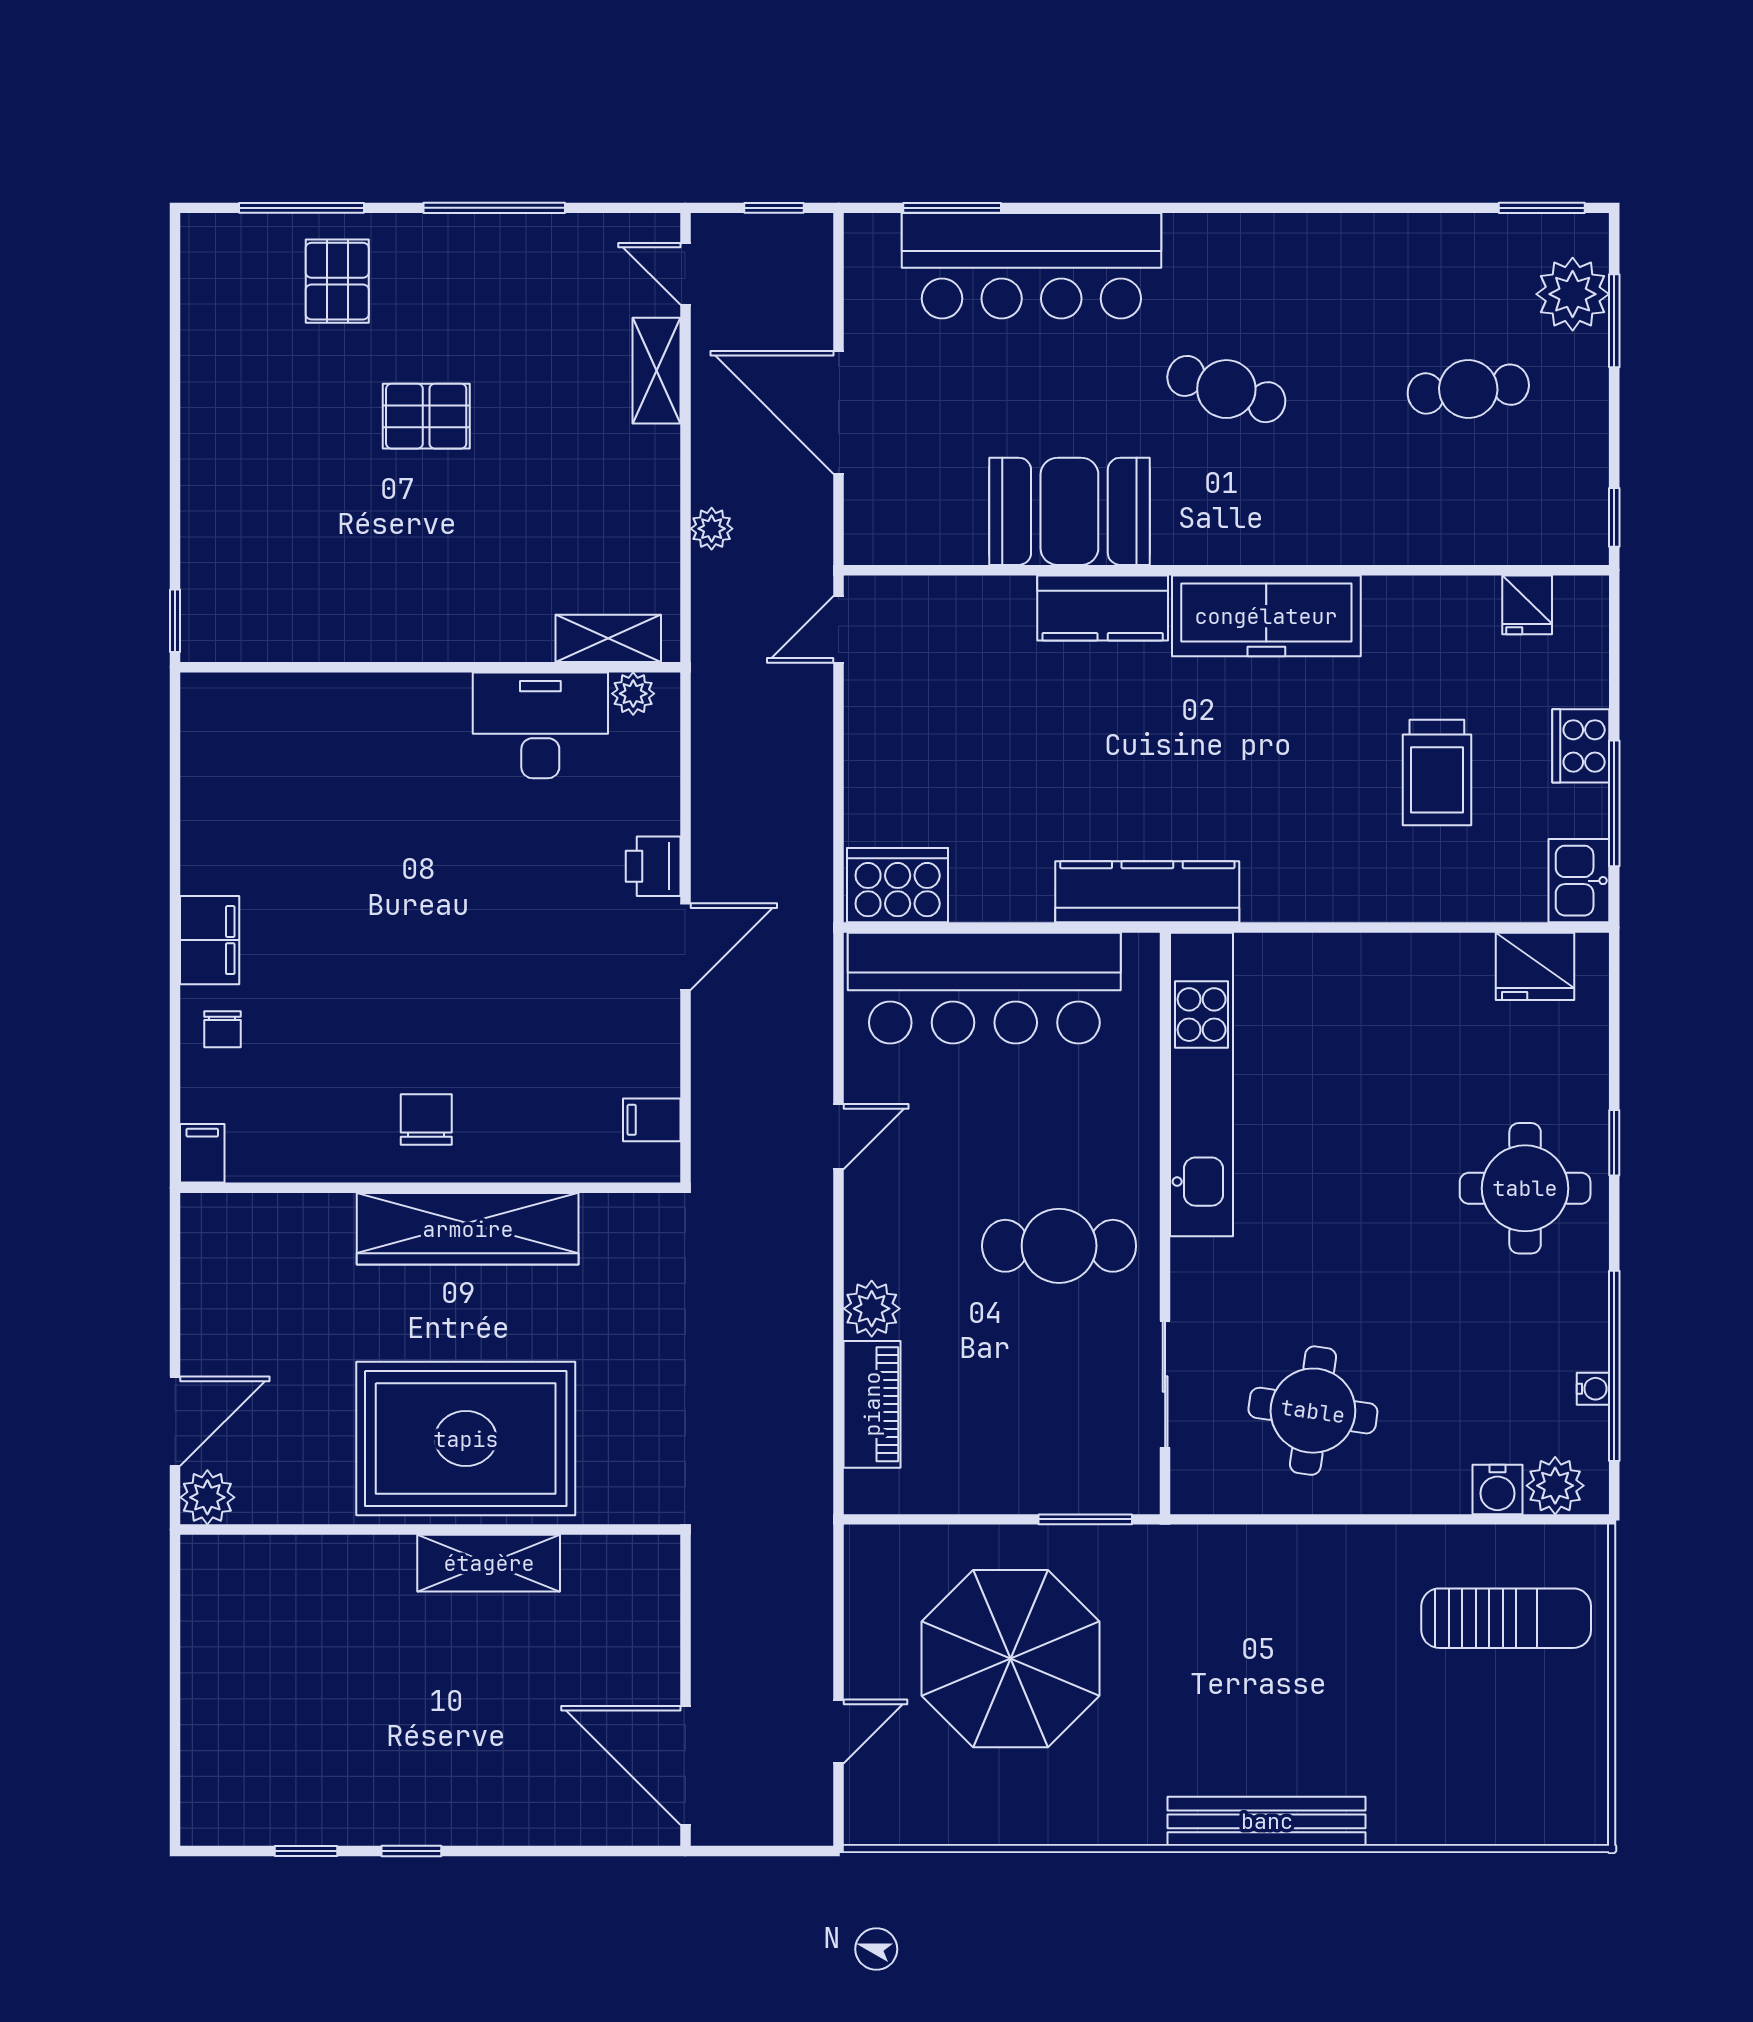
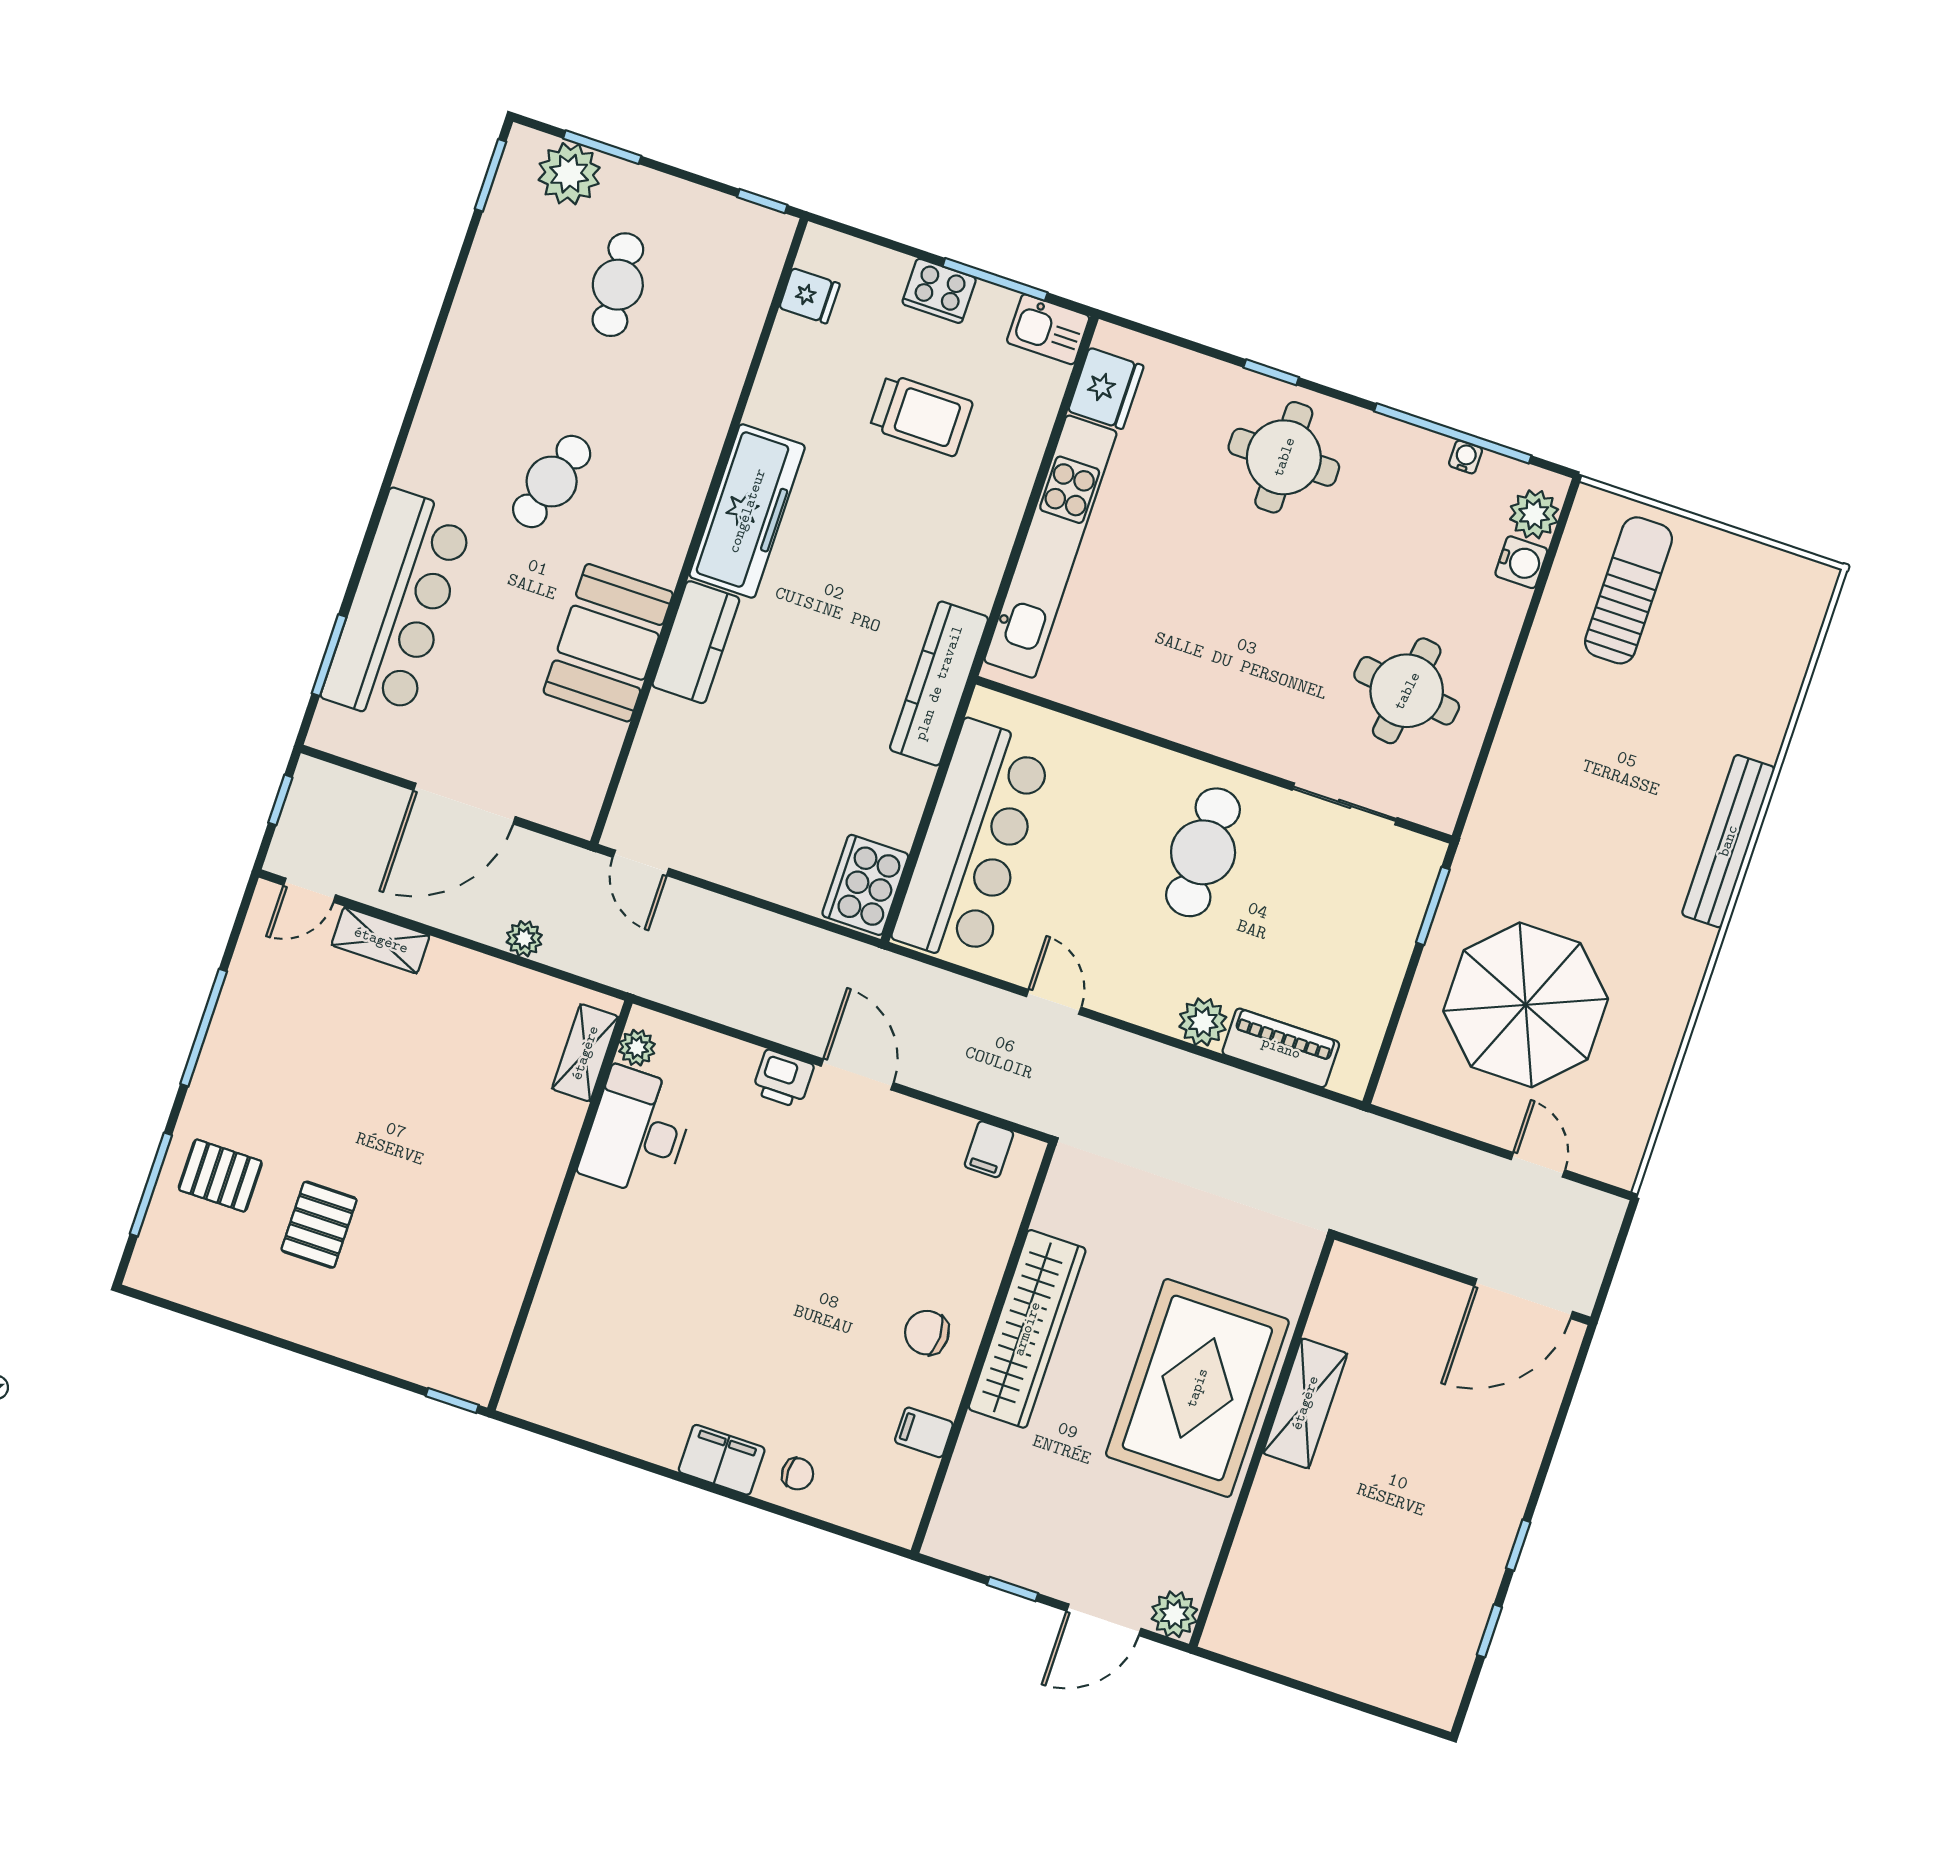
pallet: (426, 416) -> (319, 1225), moved
kitchen unit: (1202, 1084) -> (1051, 547), moved, turned 90
filing cabinet: (202, 1153) -> (924, 1432), moved
window: (175, 1309) -> (1012, 1589), added
door: (175, 1421) -> (1104, 1620), swing flipped

